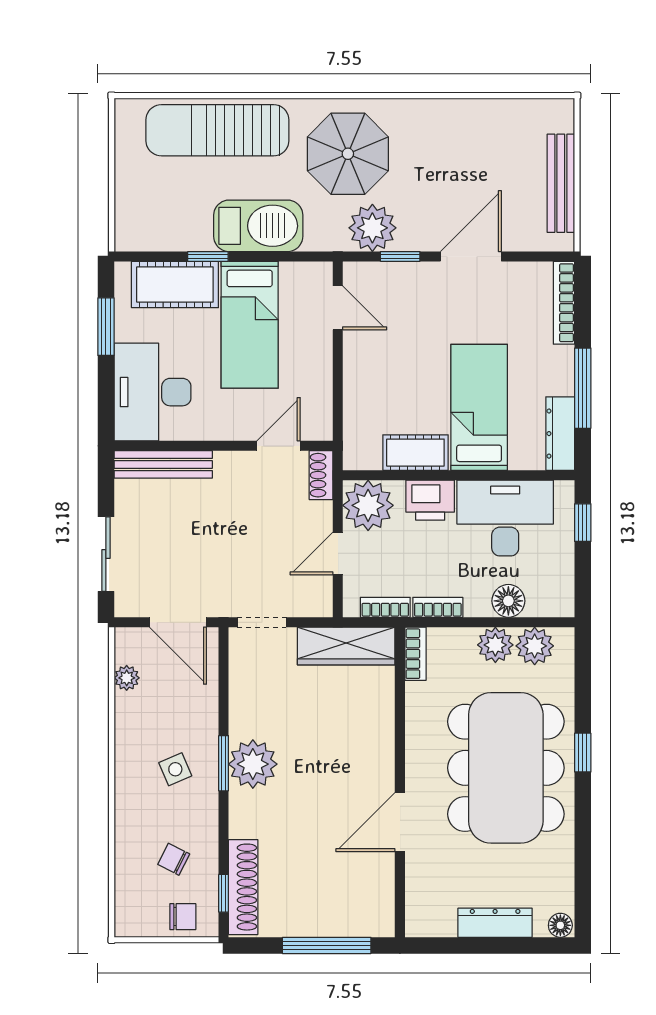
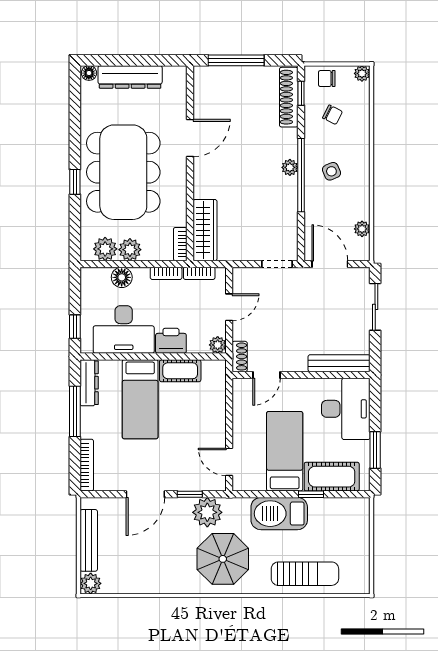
plant: (558, 115) -> (91, 583), added
sun lounger: (217, 130) -> (305, 574), width x0.73, depth x0.75
plant: (368, 505) -> (218, 345), width x0.53, depth x0.53
wardrobe: (346, 646) -> (205, 230), moved, turned 90
window: (224, 763) -> (301, 175), width x2.11
plant: (253, 764) -> (290, 167), width x0.53, depth x0.53
dresser: (495, 923) -> (130, 77), width x1.37, depth x1.24
plant: (127, 925) -> (362, 73), added

